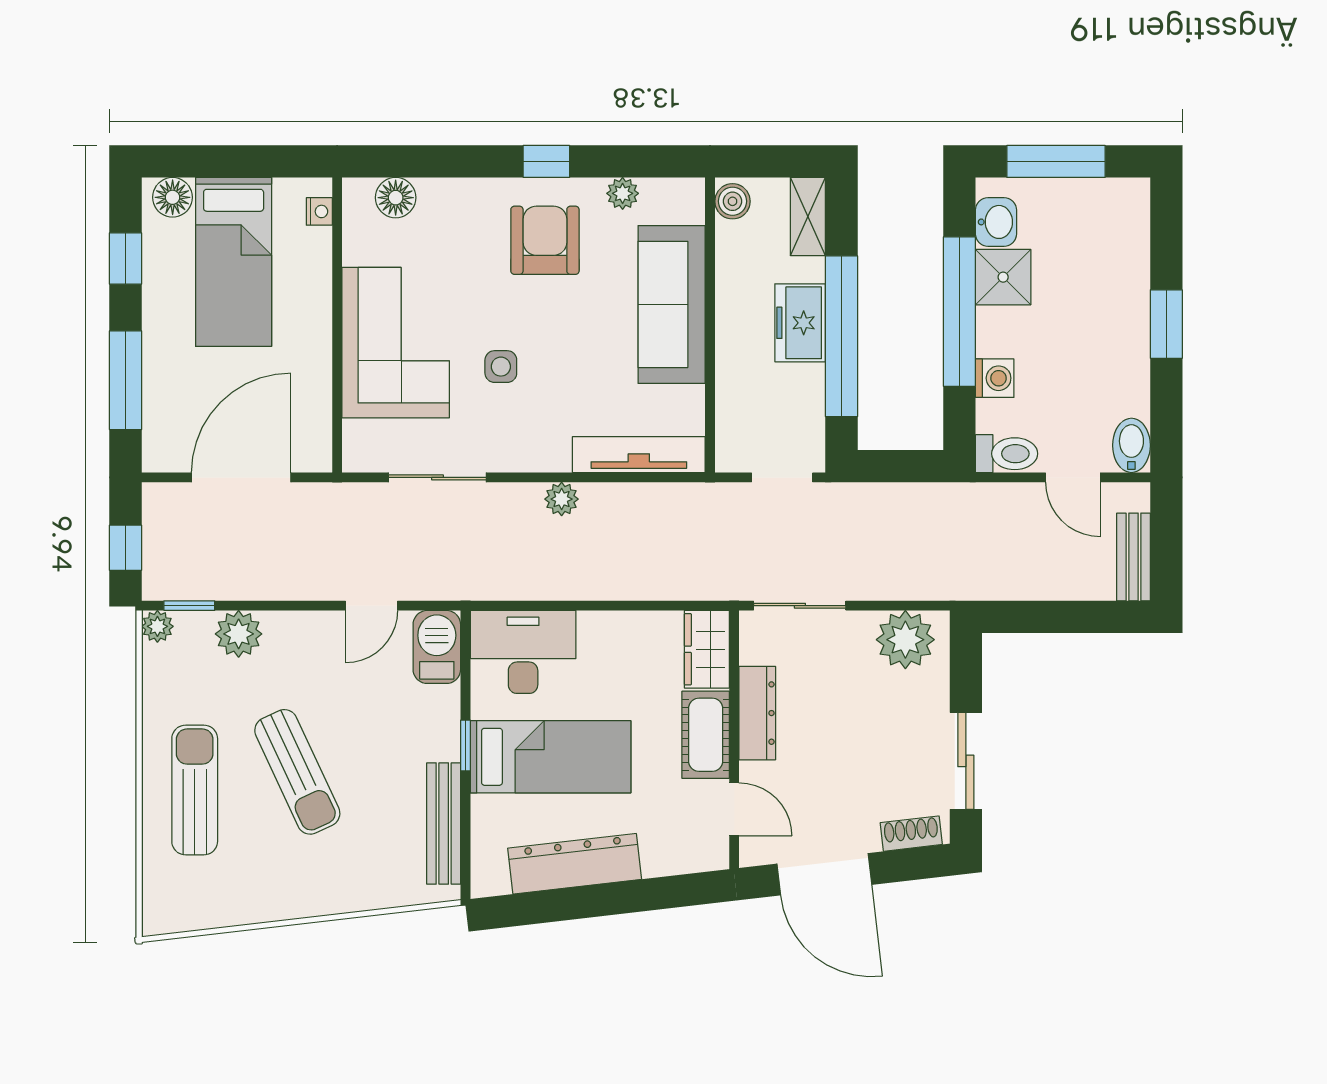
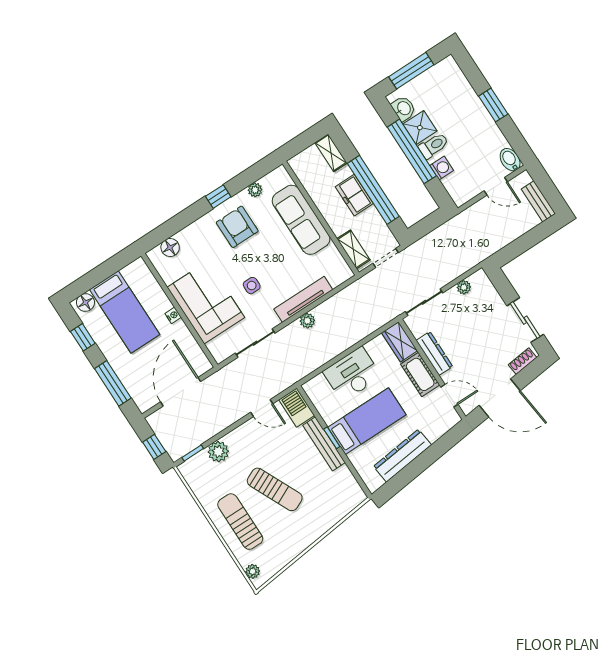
boiler: (733, 201) -> (299, 166), removed
nightstand: (319, 211) -> (173, 315), moved
shelving: (733, 422) -> (353, 249), added
toilet: (1007, 454) -> (433, 146), moved
tv unit: (639, 455) -> (303, 299), moved
door: (372, 606) -> (262, 408), hinge flipped
plant: (157, 626) -> (253, 571), moved
plant: (905, 640) -> (464, 287), width x0.53, depth x0.53
desk: (523, 652) -> (352, 374), moved
bench: (444, 824) -> (324, 444), moved

